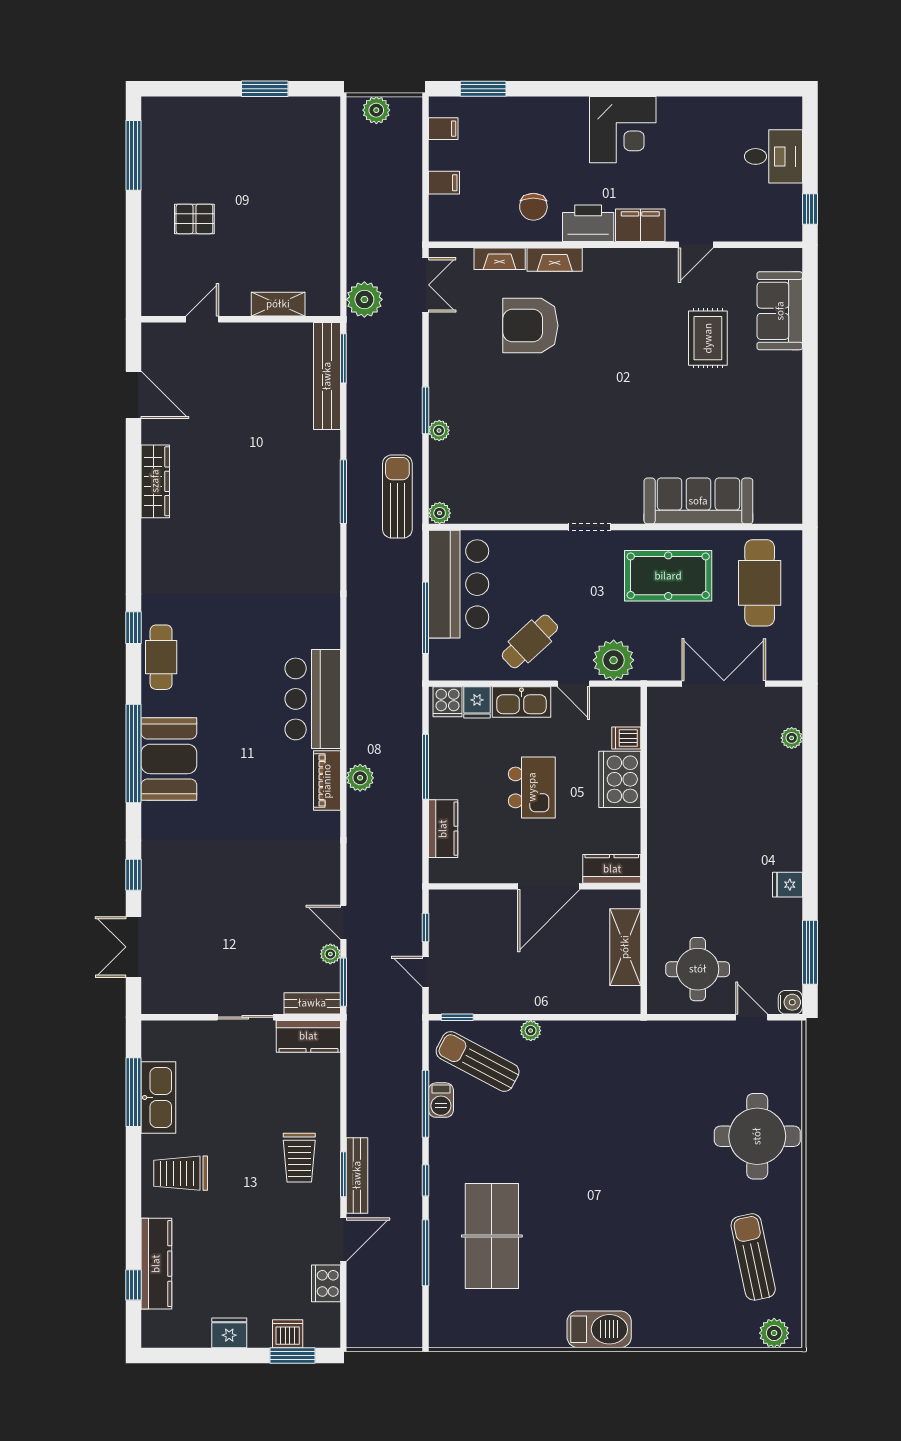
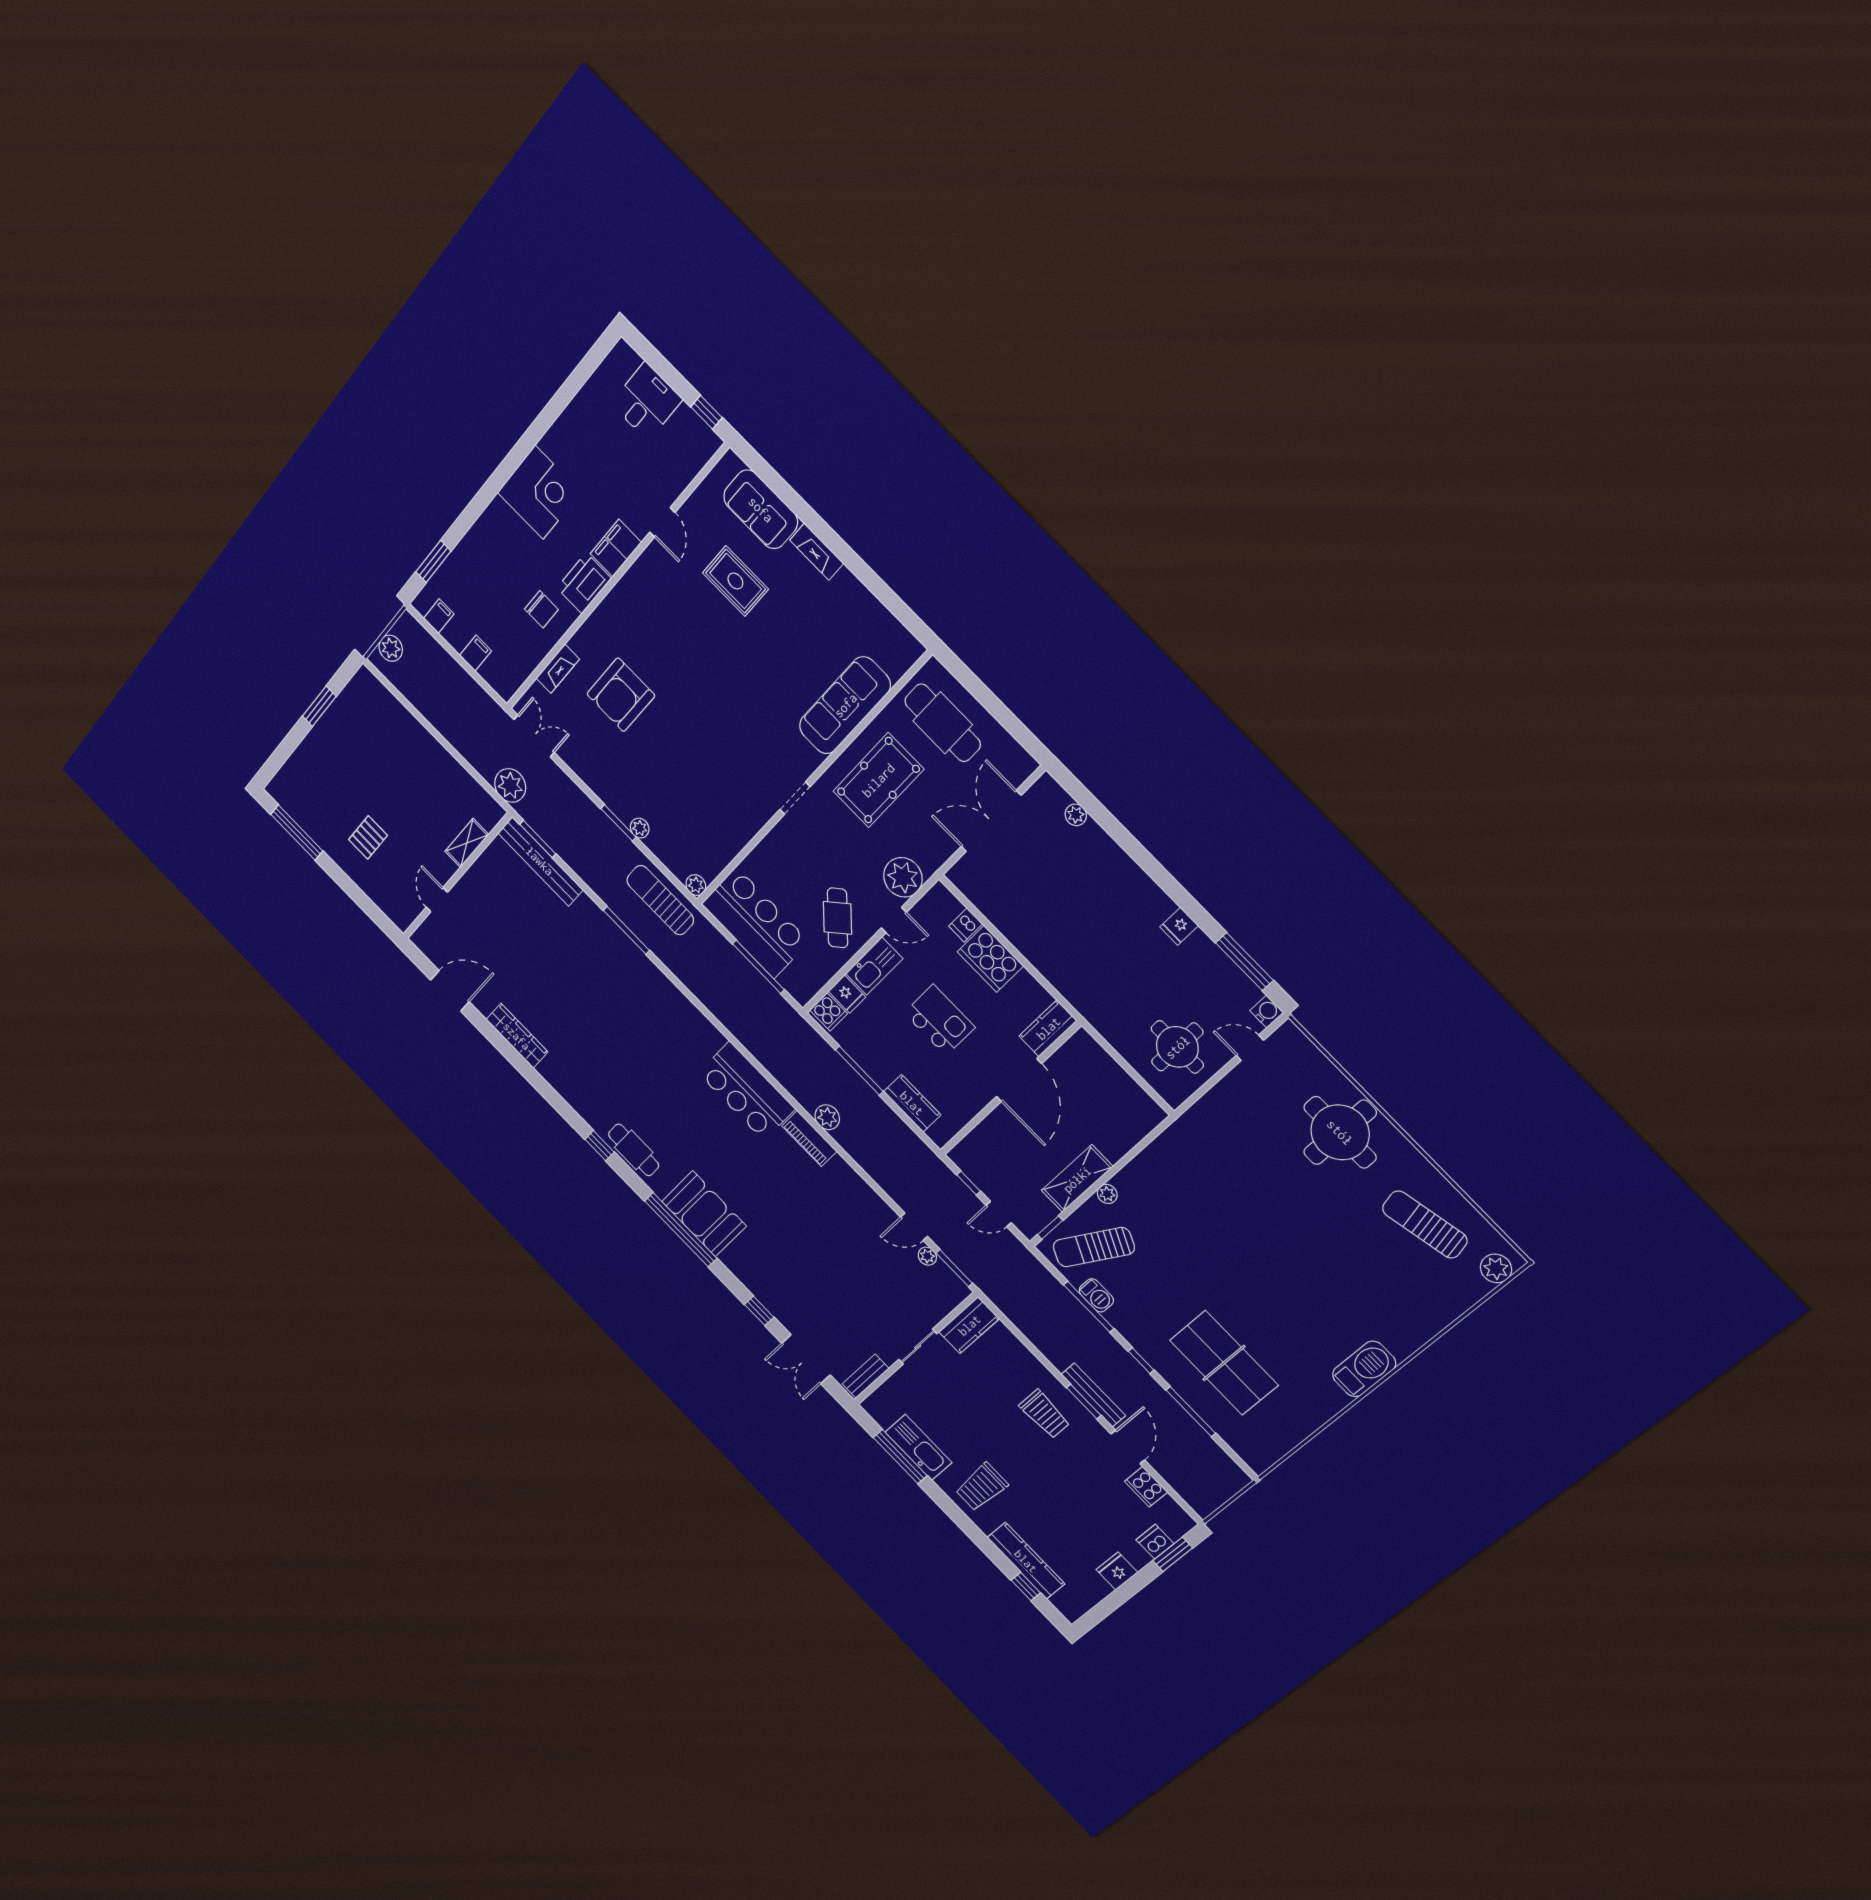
fireplace: (555, 260) -> (817, 552), moved, turned 90
shelving: (625, 947) -> (1077, 1179), moved, turned 90
bench: (312, 1003) -> (866, 1376), moved

